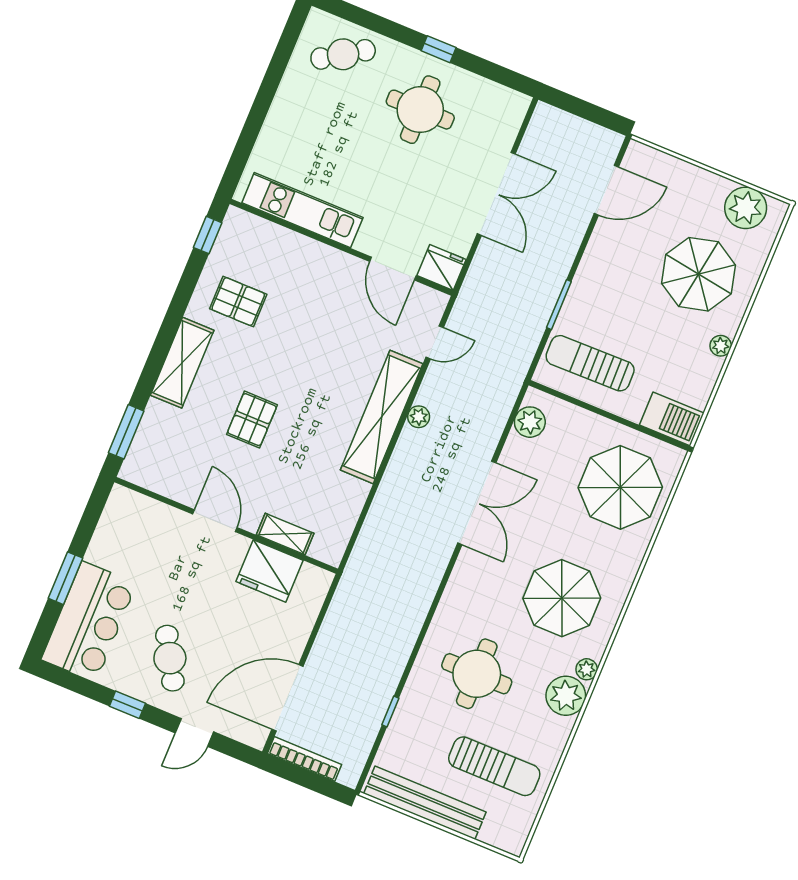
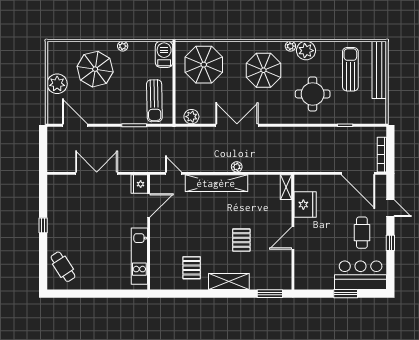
round table: (420, 110) -> (73, 222), removed
plant: (746, 208) -> (57, 84), moved
window: (208, 235) -> (168, 294), removed
plant: (419, 417) -> (237, 167), moved
pallet: (252, 420) -> (241, 240), turned 90
shelving: (285, 534) -> (286, 187), moved
cafe table: (170, 658) -> (362, 233), turned -60
bench: (425, 803) -> (379, 70), moved

